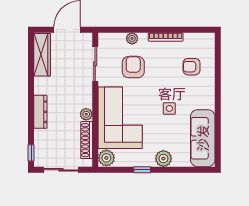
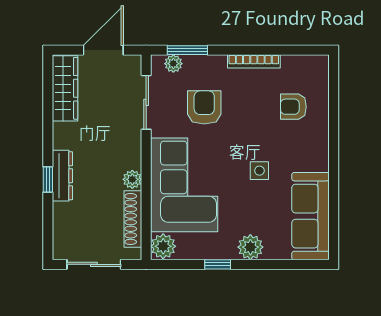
window: (122, 30) -> (187, 50), added
plant: (132, 38) -> (173, 64), moved
window: (31, 153) -> (48, 180), moved

